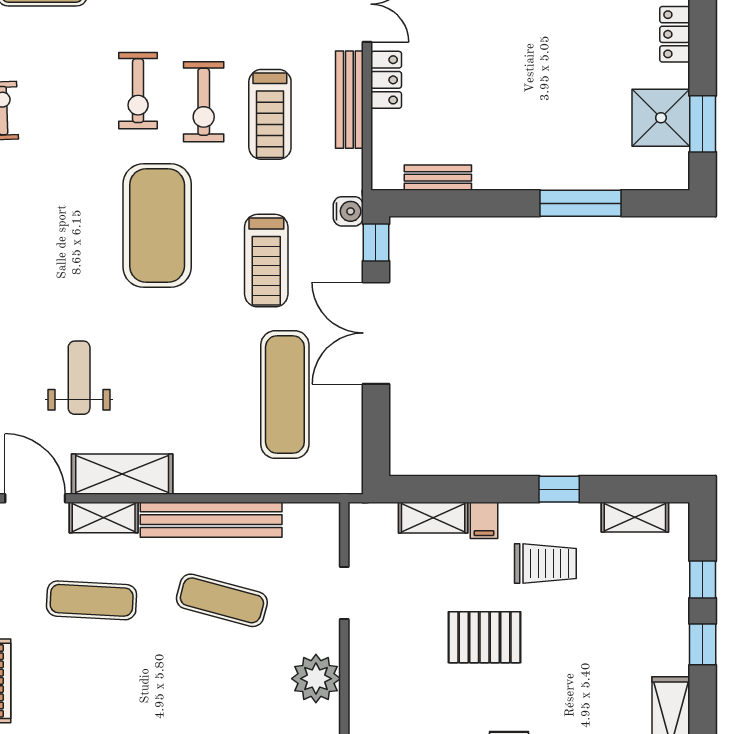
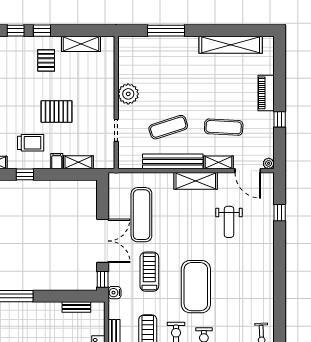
shelving: (122, 474) -> (196, 181), moved
trolley: (545, 564) -> (31, 143), turned 180
exercise mat: (222, 600) -> (168, 127), turned -33

